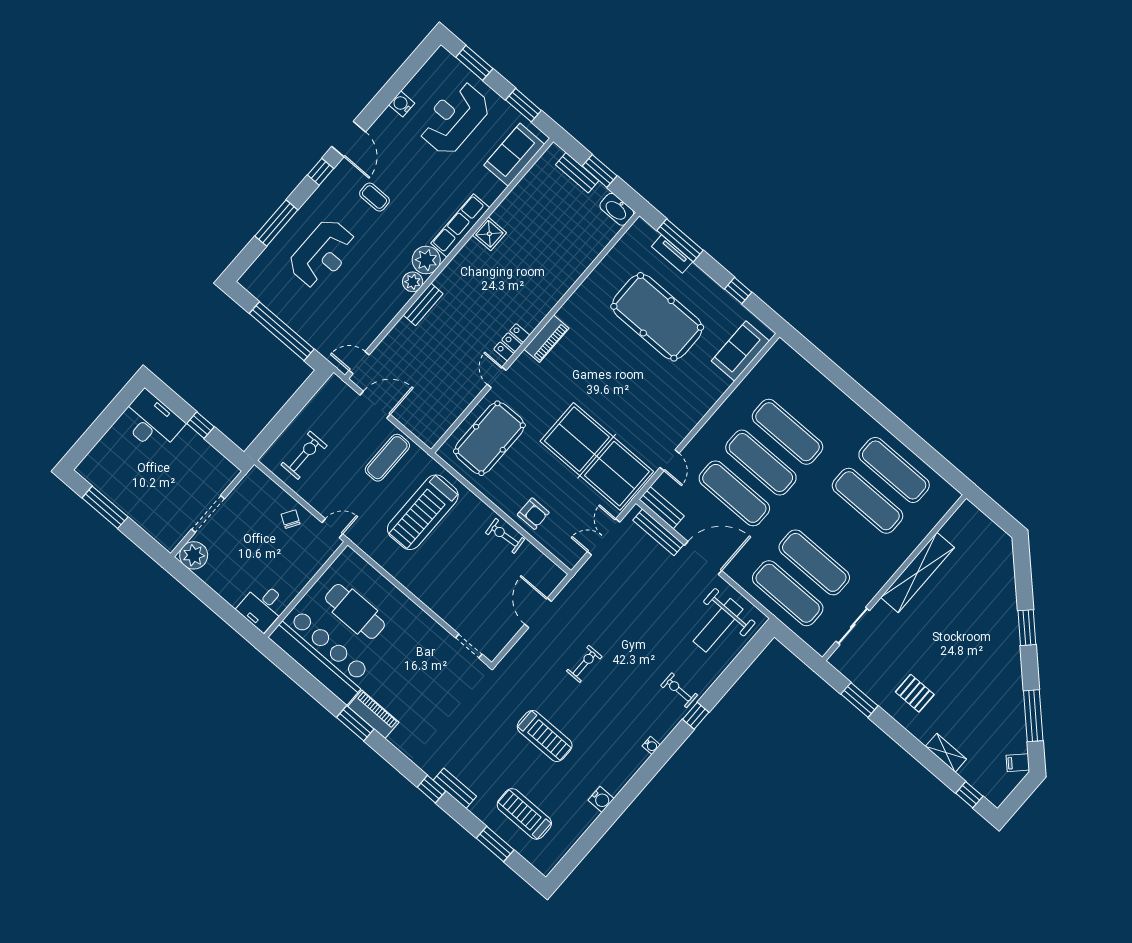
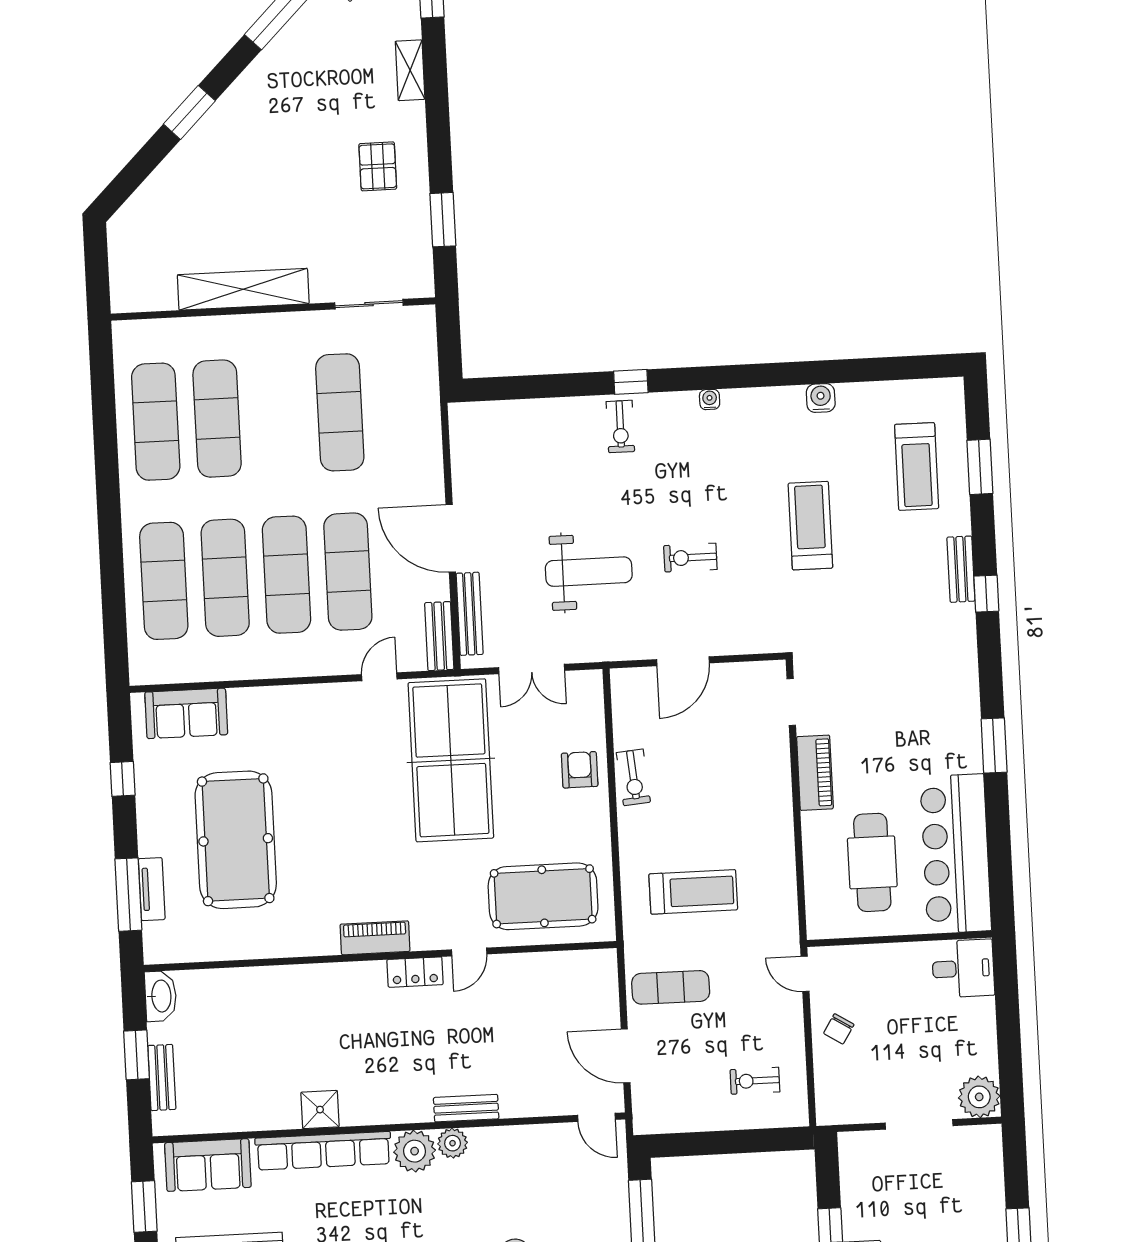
row of seats: (460, 226) -> (323, 1151), width x1.36
exercise bike: (304, 455) -> (755, 1081), width x0.73, depth x0.72
treadmill: (423, 512) -> (693, 892), width x0.73, depth x0.73
exercise mat: (788, 593) -> (164, 581), moved
weight bench: (718, 625) -> (589, 572), moved
piano: (373, 714) -> (815, 773), moved, turned 180

